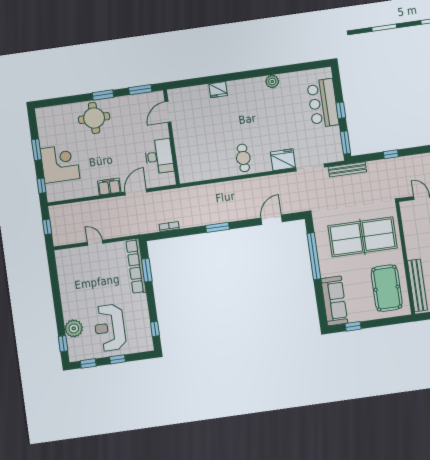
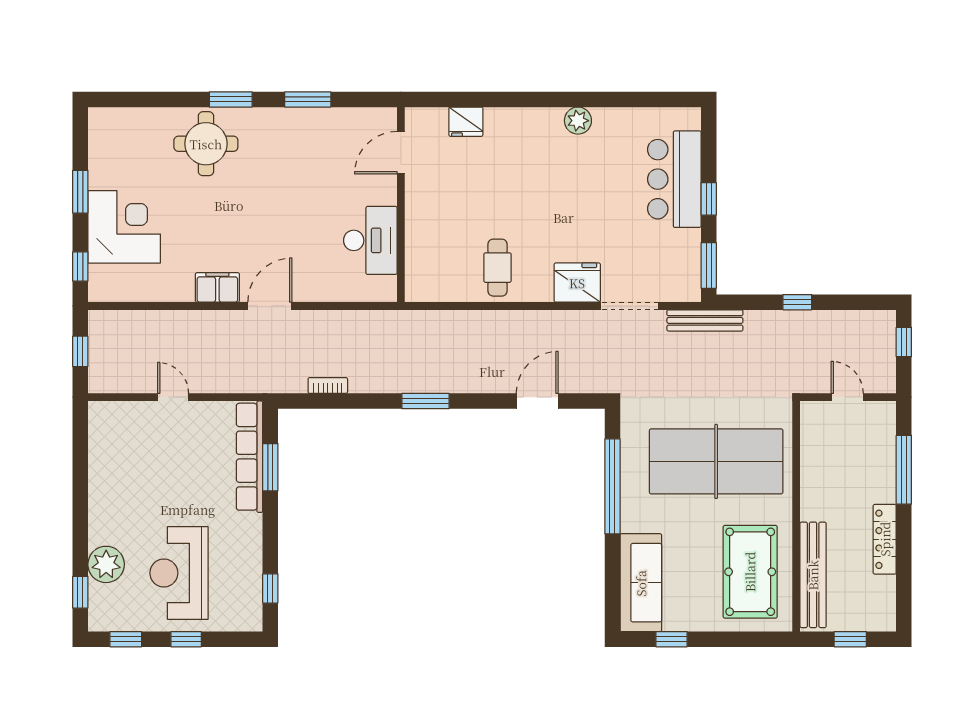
door: (168, 112) -> (401, 153), moved
wall: (171, 137) -> (401, 205), moved
desk: (159, 156) -> (370, 240), moved

